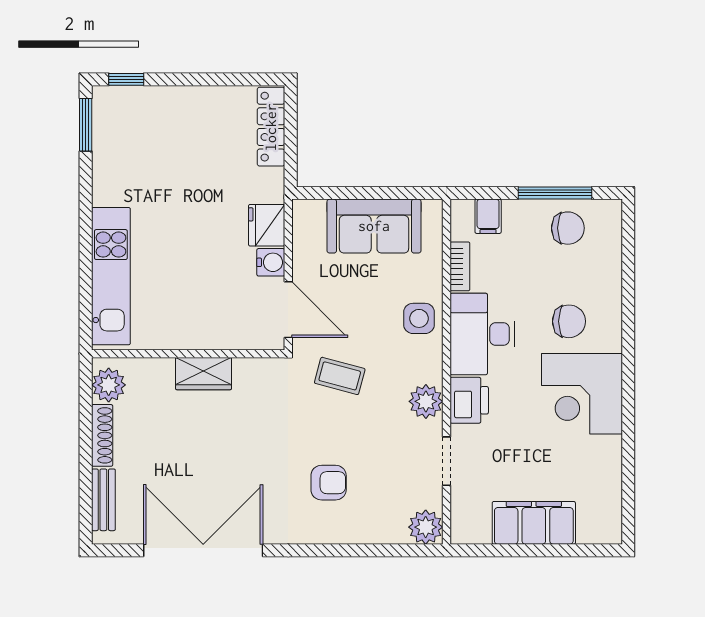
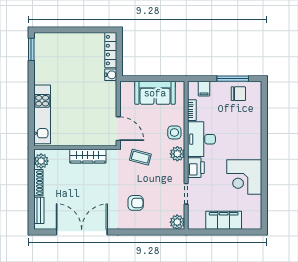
window: (126, 79) -> (49, 30), removed
fridge: (267, 225) -> (109, 92), removed
water cooler: (271, 262) -> (111, 75), moved
chair: (569, 321) -> (239, 134), removed
wardrobe: (203, 374) -> (88, 156), width x1.50
corner desk: (582, 394) -> (244, 177), moved
plant: (426, 401) -> (177, 154), moved

